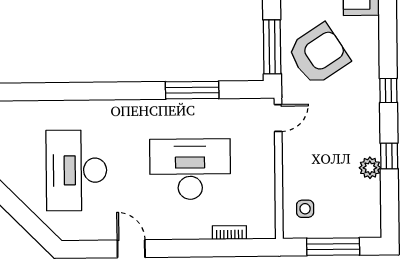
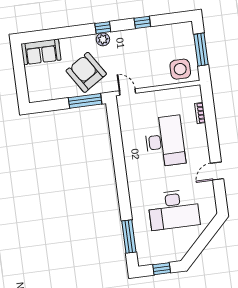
window: (192, 90) -> (129, 237), moved
plant: (370, 168) -> (103, 39), moved
desk: (190, 169) -> (165, 141), turned 180
side table: (305, 209) -> (180, 69), width x1.87, depth x1.87

